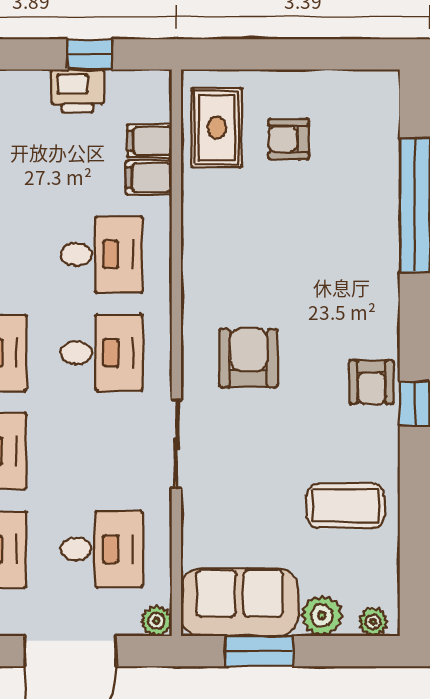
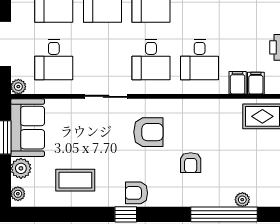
armchair: (289, 139) -> (191, 163), moved, turned 180
plant: (385, 168) -> (242, 200), added
coffee table: (346, 506) -> (75, 180), turned 90

